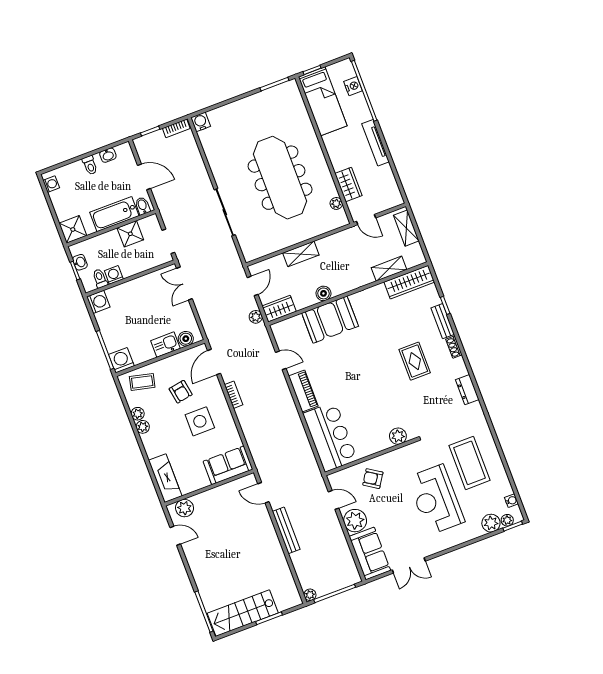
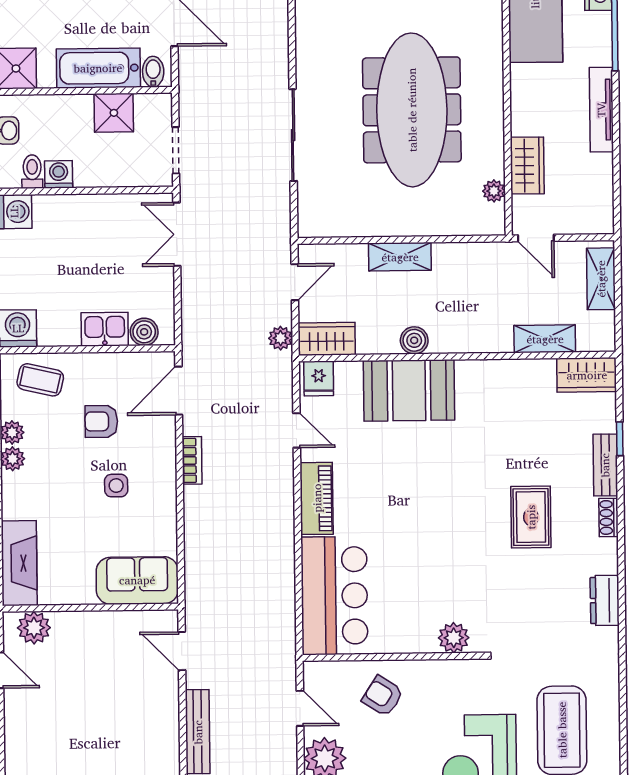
wardrobe: (409, 282) -> (587, 375), width x0.67
fridge: (282, 330) -> (319, 378), added
armchair: (181, 392) -> (101, 421), turned 100
side table: (200, 421) -> (116, 486), width x0.54, depth x0.54

